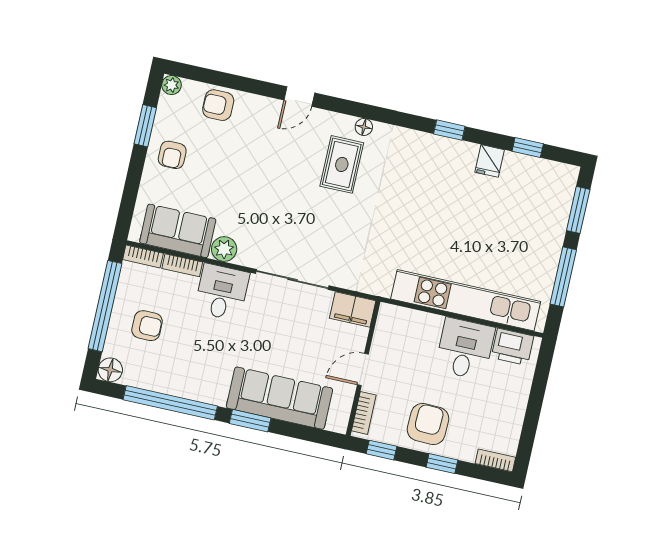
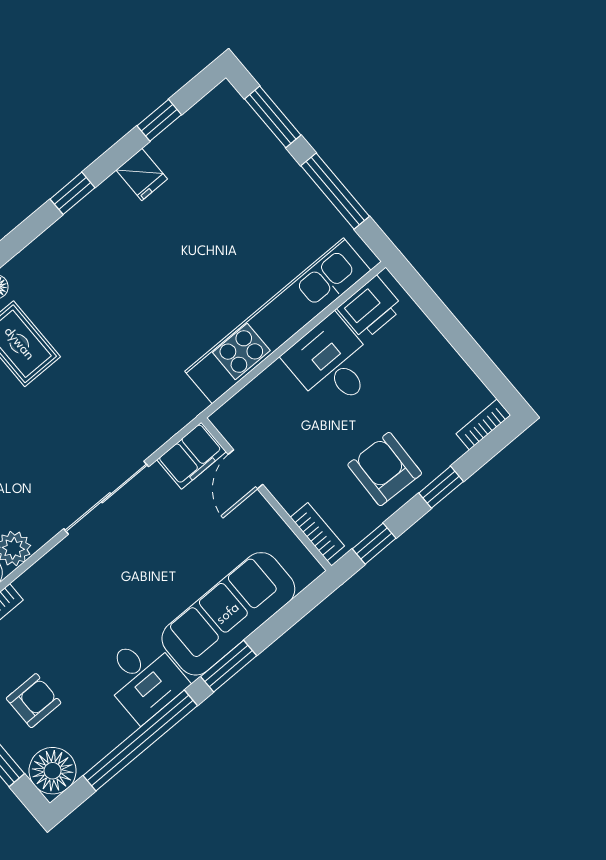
desk: (222, 292) -> (143, 678), moved, turned 180
door: (363, 369) -> (246, 469), moved
floor lamp: (110, 370) -> (53, 771), width x1.38, depth x1.38

